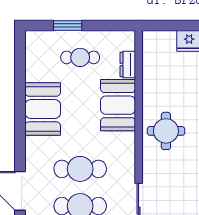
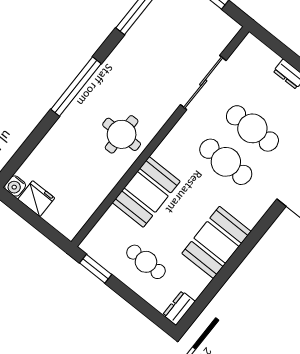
window: (68, 25) -> (96, 269), moved
dresser: (128, 65) -> (179, 308), moved, turned 180

